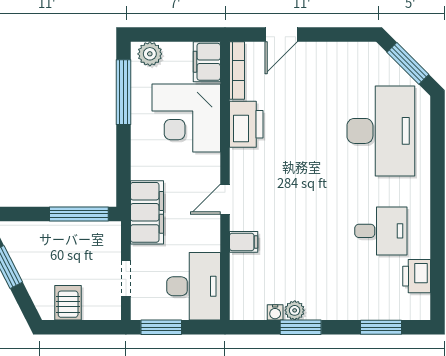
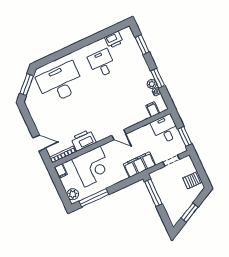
filing cabinet: (207, 62) -> (61, 171), width x0.50
filing cabinet: (244, 242) -> (153, 109), moved
desk: (194, 286) -> (165, 129), width x0.73

